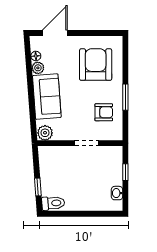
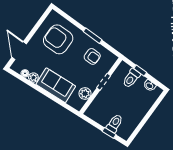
armchair: (104, 112) -> (92, 56), turned 90
plant: (45, 133) -> (85, 94), moved
toilet: (111, 169) -> (131, 78), added
toilet: (53, 203) -> (115, 123), moved

